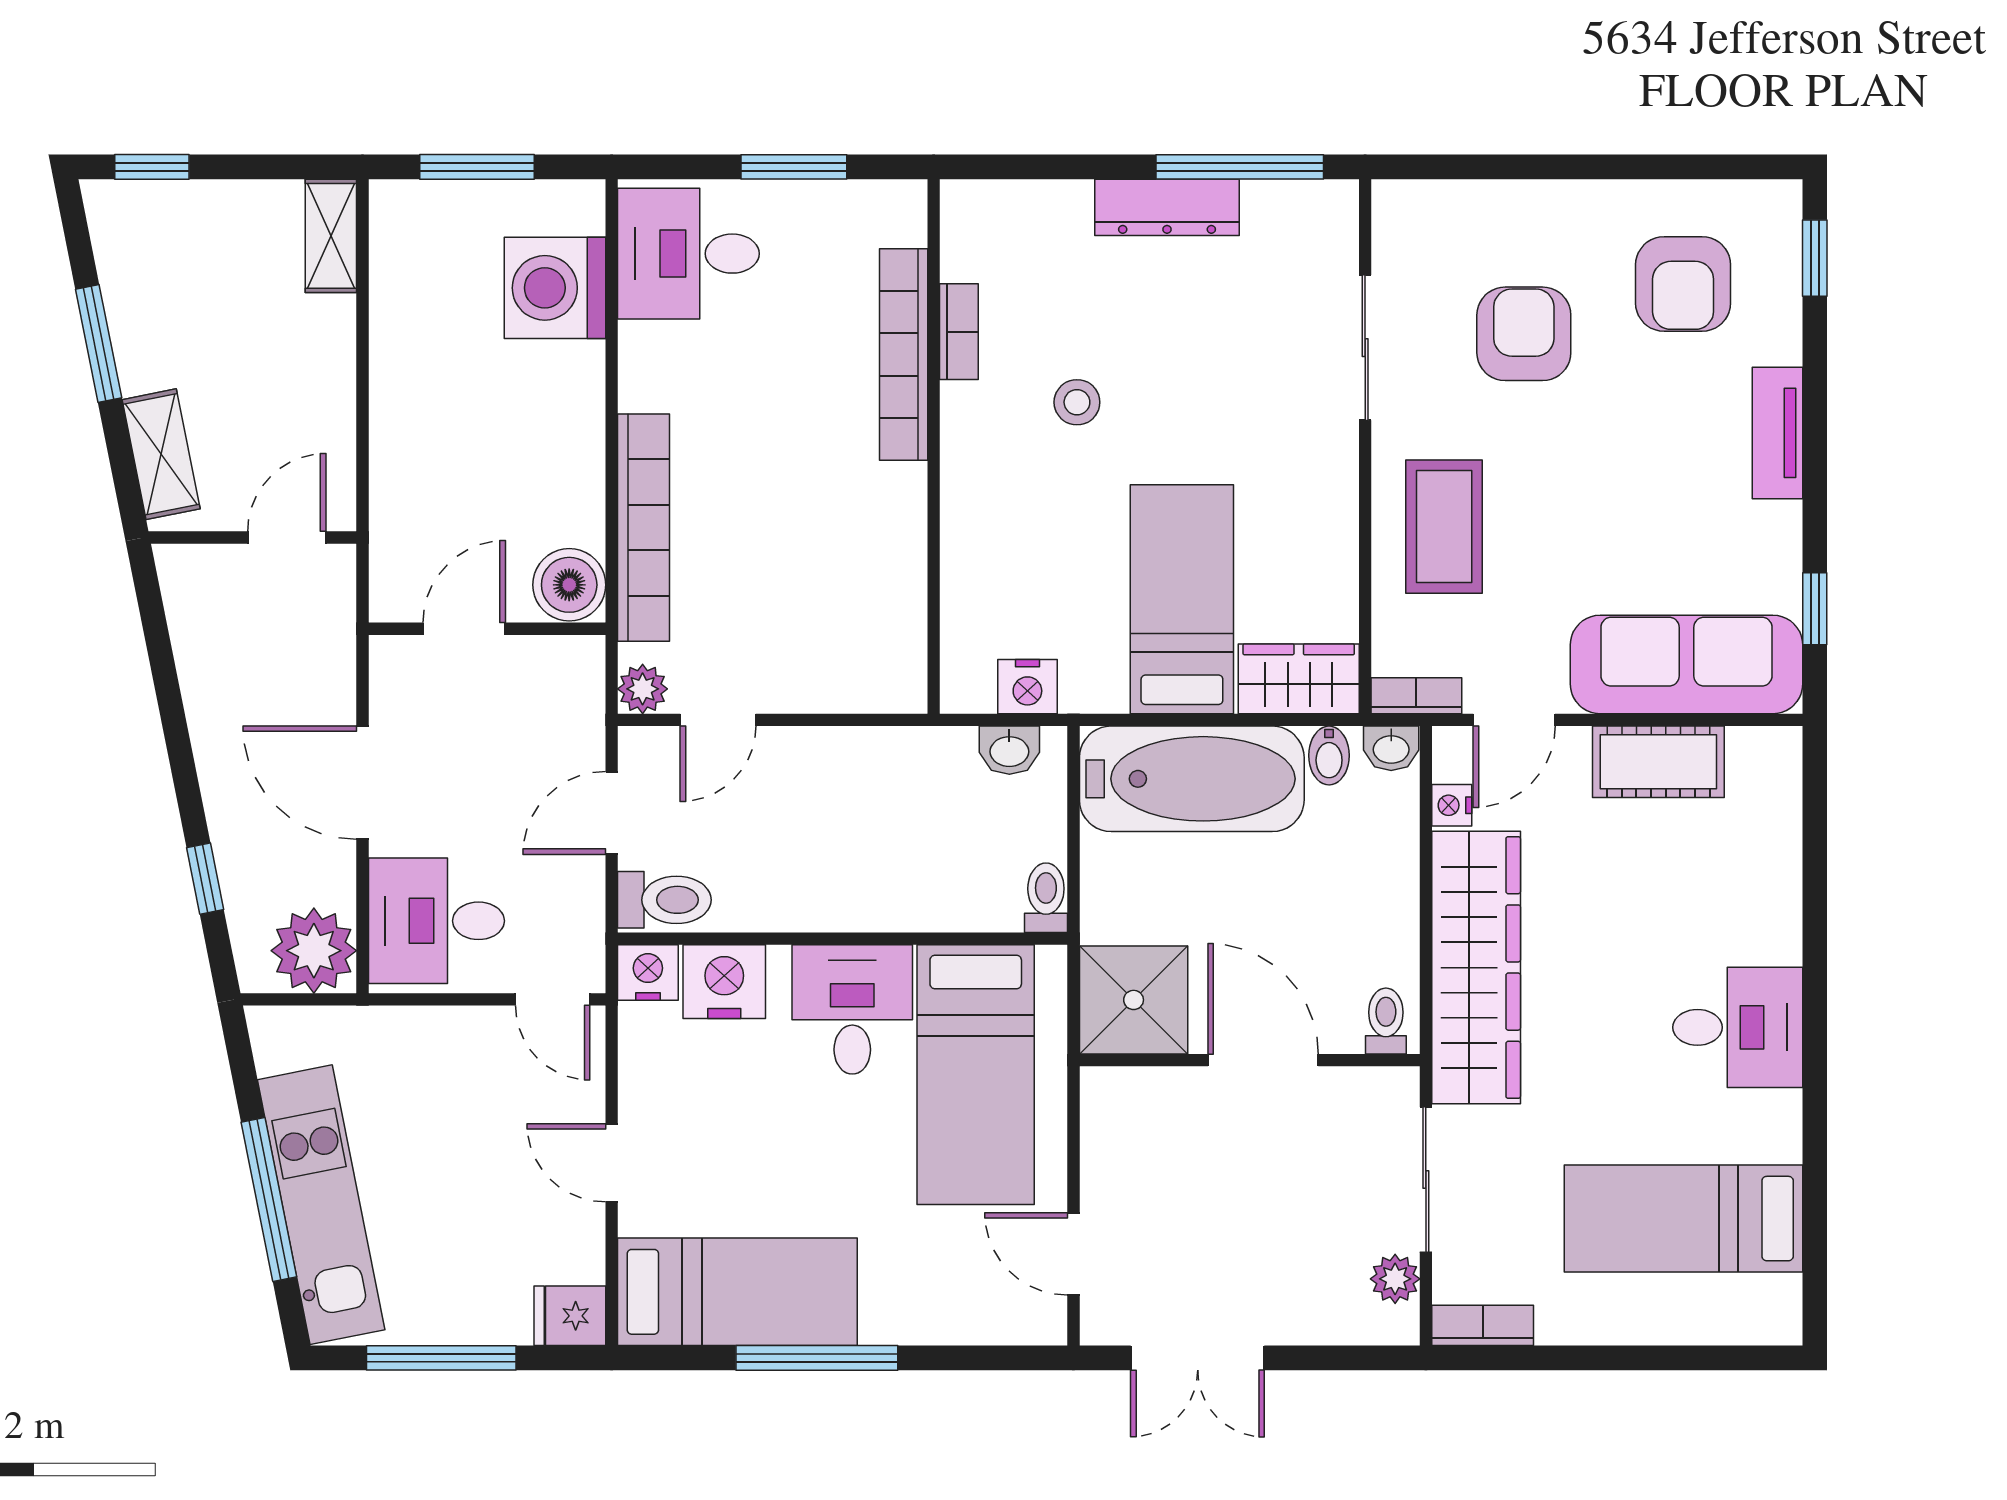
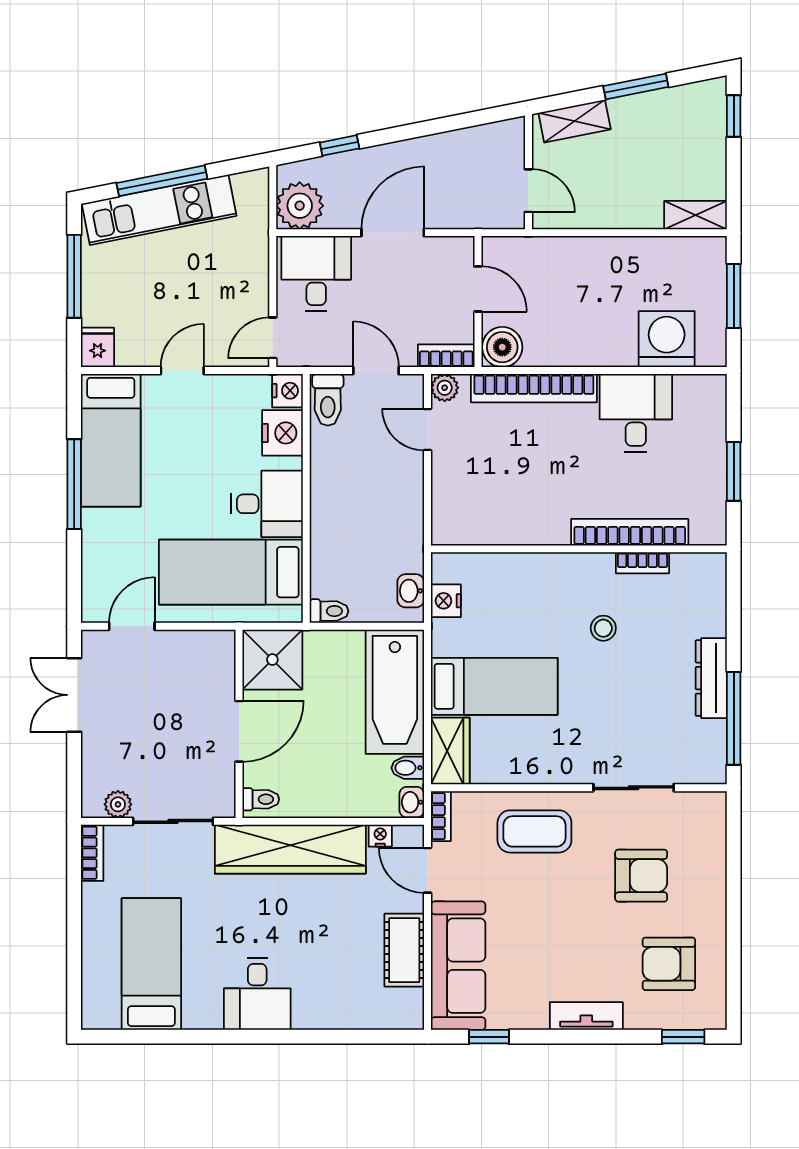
desk: (688, 254) -> (636, 413), moved
bookcase: (585, 686) -> (446, 356), added

